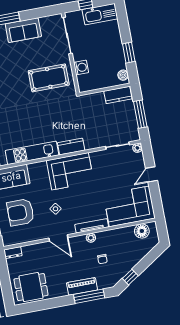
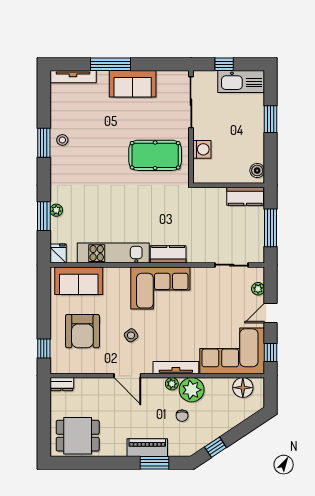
window: (129, 53) -> (271, 119), moved
plant: (137, 148) -> (258, 289), moved
window: (157, 202) -> (271, 353), added
armchair: (21, 212) -> (82, 331), turned -90
plant: (106, 239) -> (192, 390), added
window: (89, 296) -> (155, 463), width x0.69

